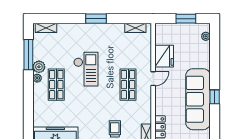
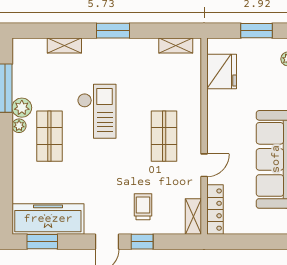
shelving: (46, 28) -> (64, 45), moved
fridge: (164, 56) -> (222, 72), moved
door: (153, 79) -> (204, 165), moved

